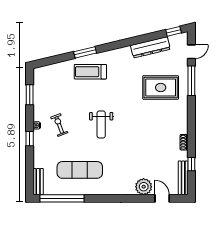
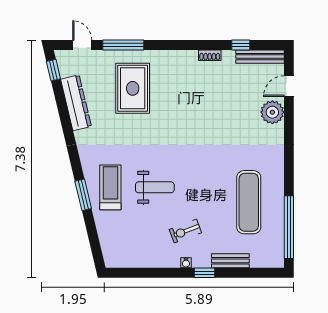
treadmill: (90, 72) -> (110, 187), turned 180
window: (30, 95) -> (143, 273), removed
weight bench: (101, 124) -> (155, 187), moved
bench: (38, 182) -> (230, 261), moved

